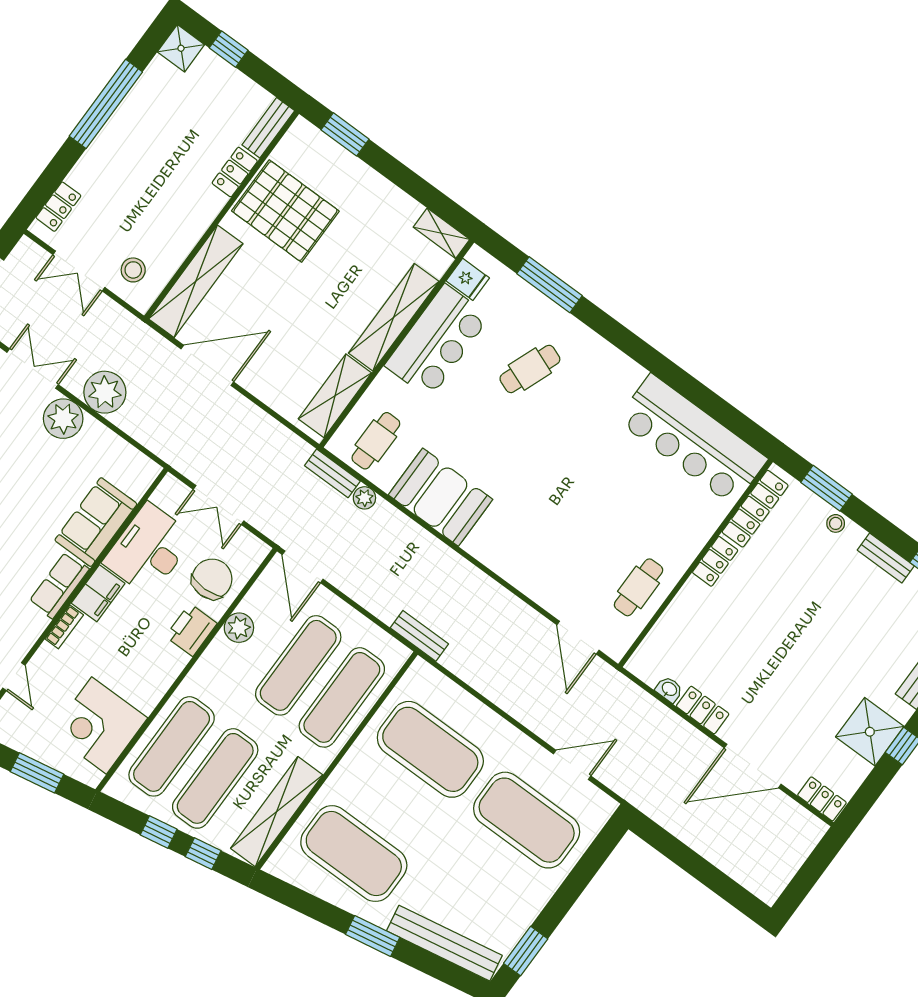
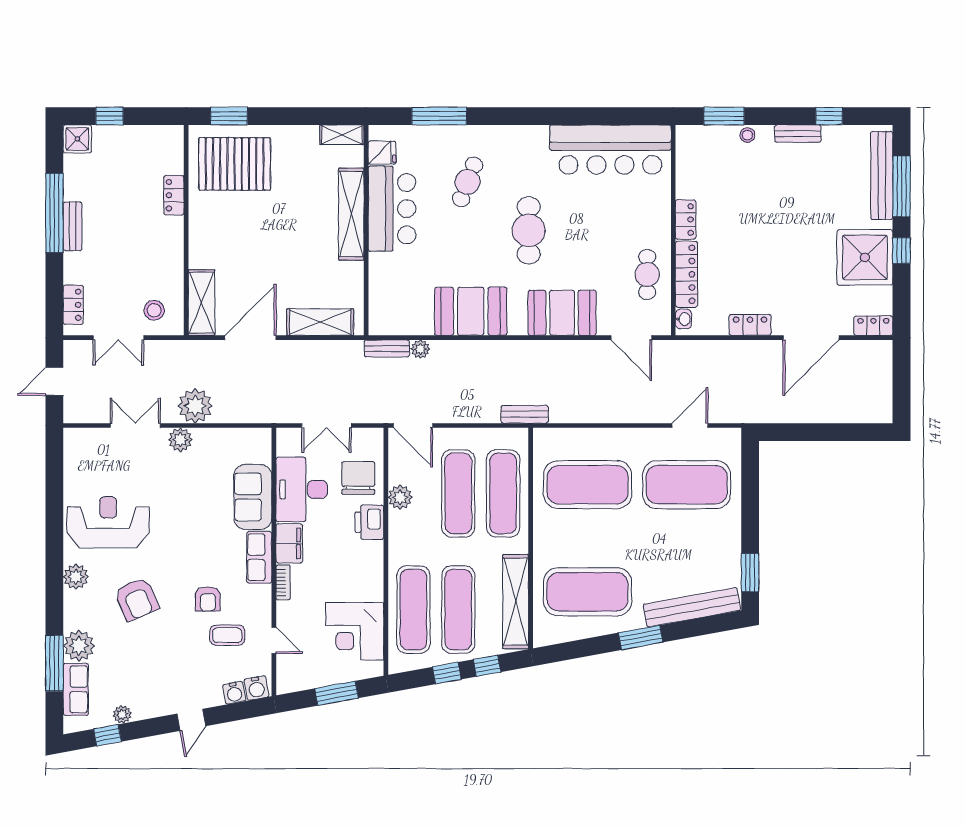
bench: (268, 128) -> (73, 226), moved
pallet: (285, 211) -> (235, 164), moved
shelving: (196, 281) -> (201, 303), width x0.68
shelving: (335, 396) -> (320, 322), moved, turned 90
plant: (63, 419) -> (180, 440), width x0.73, depth x0.73
cafe table: (376, 441) -> (529, 230), moved, width x1.37, depth x1.35
locker: (755, 509) -> (686, 274), moved
booth: (528, 564) -> (562, 313), added
washbasin: (669, 689) -> (683, 319), moved, turned 90
shower: (870, 732) -> (865, 257), width x1.37, depth x1.37

